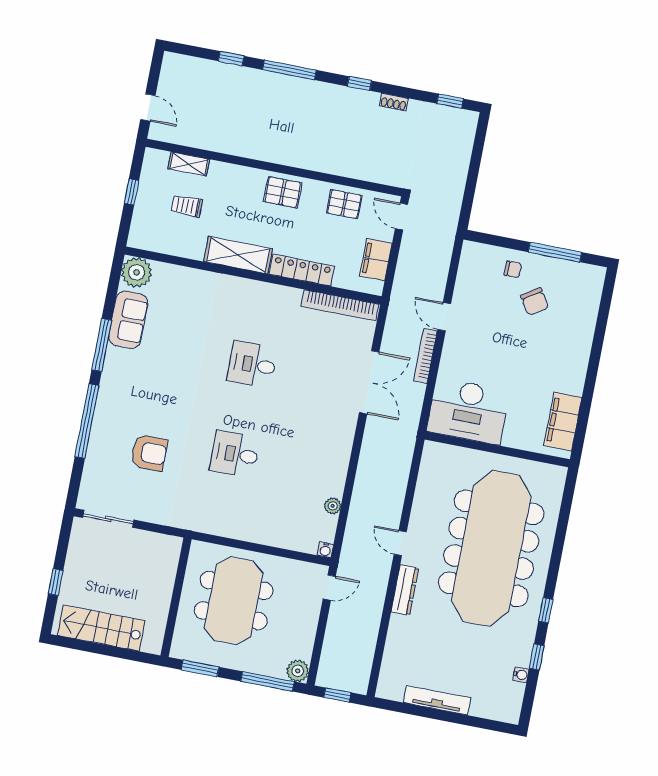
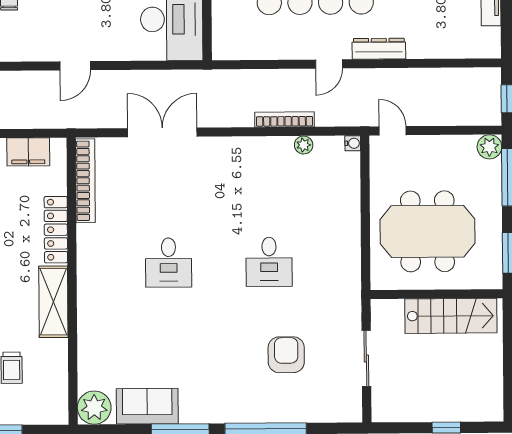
bookcase: (425, 356) -> (284, 120), moved, turned 180
sliding door: (108, 519) -> (366, 359), moved
stairs: (101, 628) -> (451, 316), moved, turned -90

